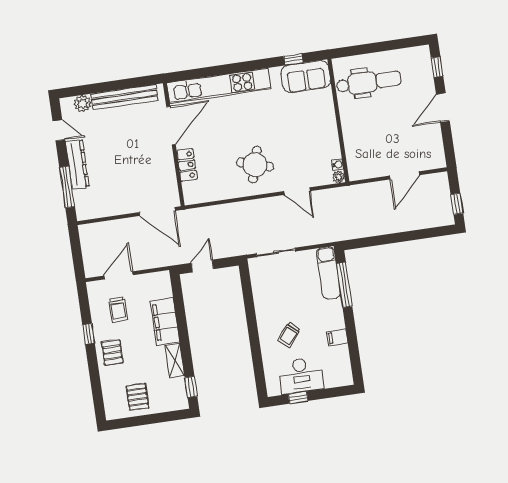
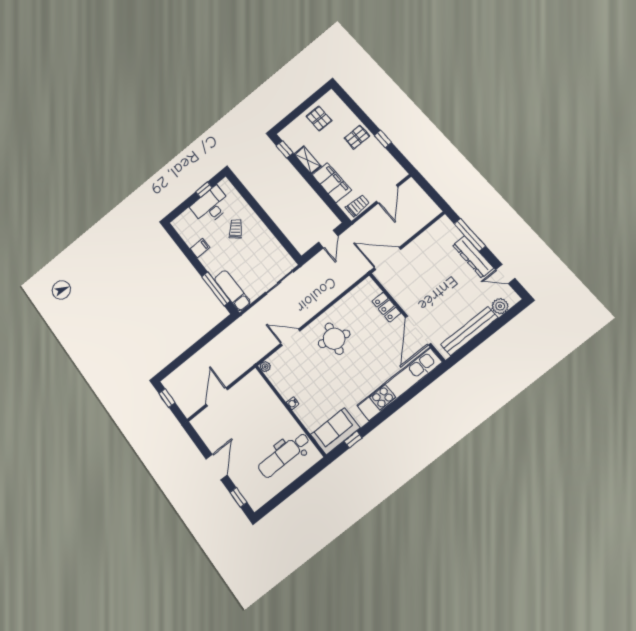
water cooler: (338, 165) -> (293, 403), moved
trolley: (118, 309) -> (358, 206), moved, turned 90
pallet: (112, 352) -> (357, 137), turned 90

